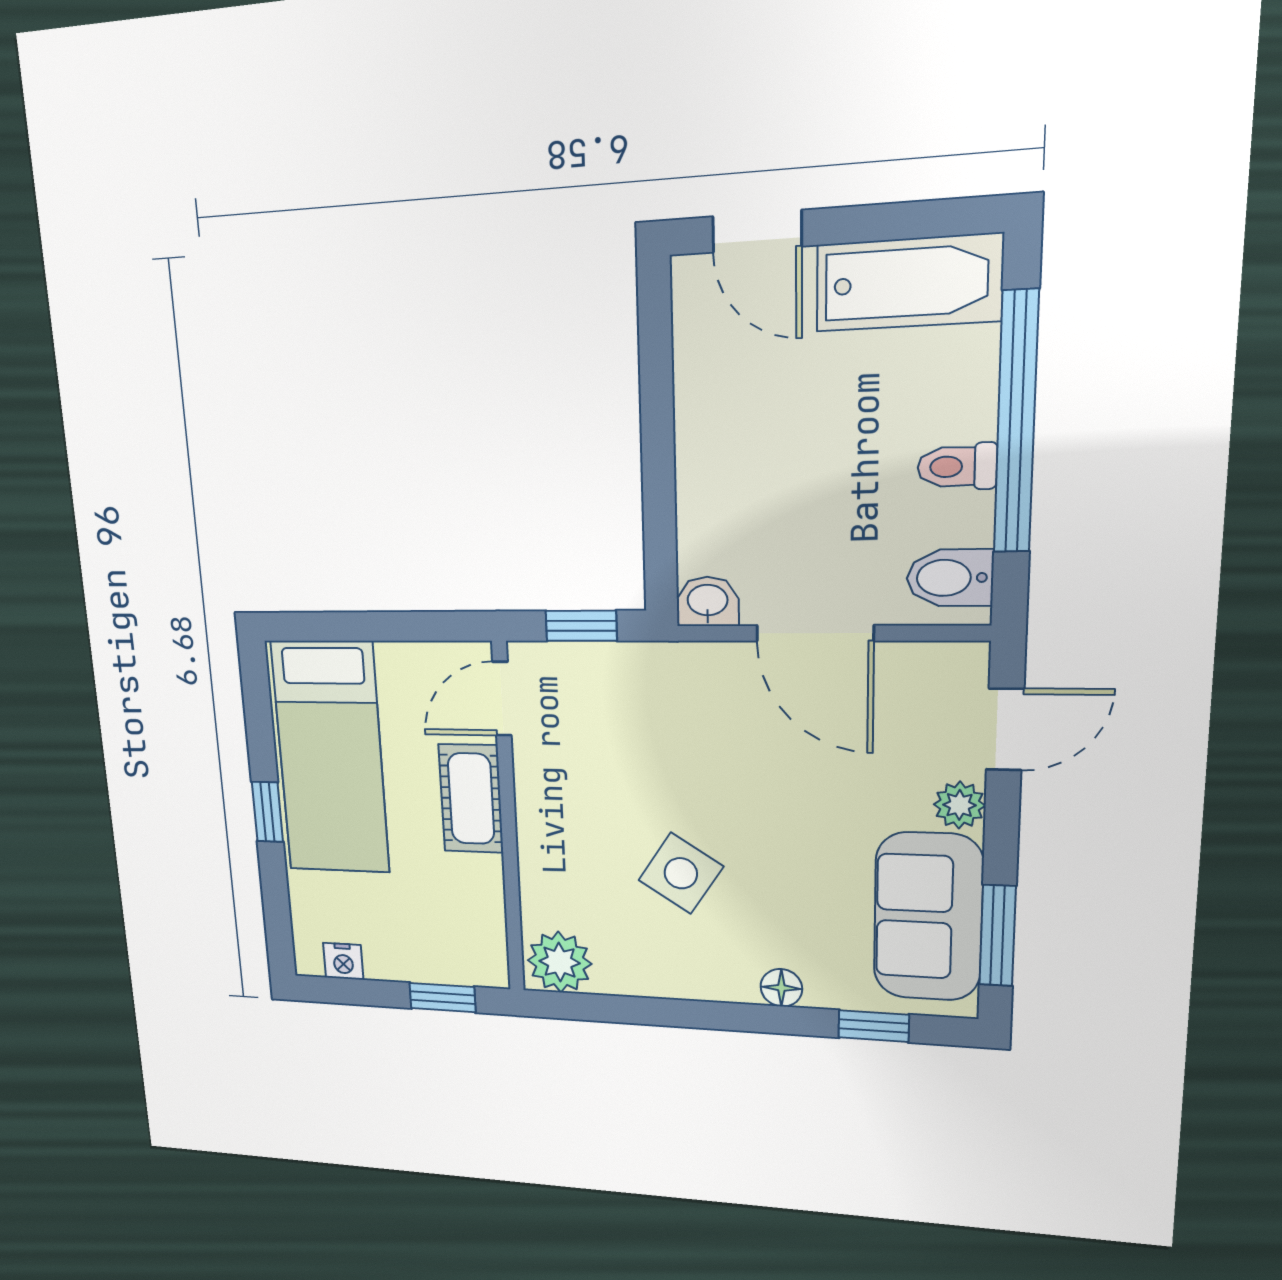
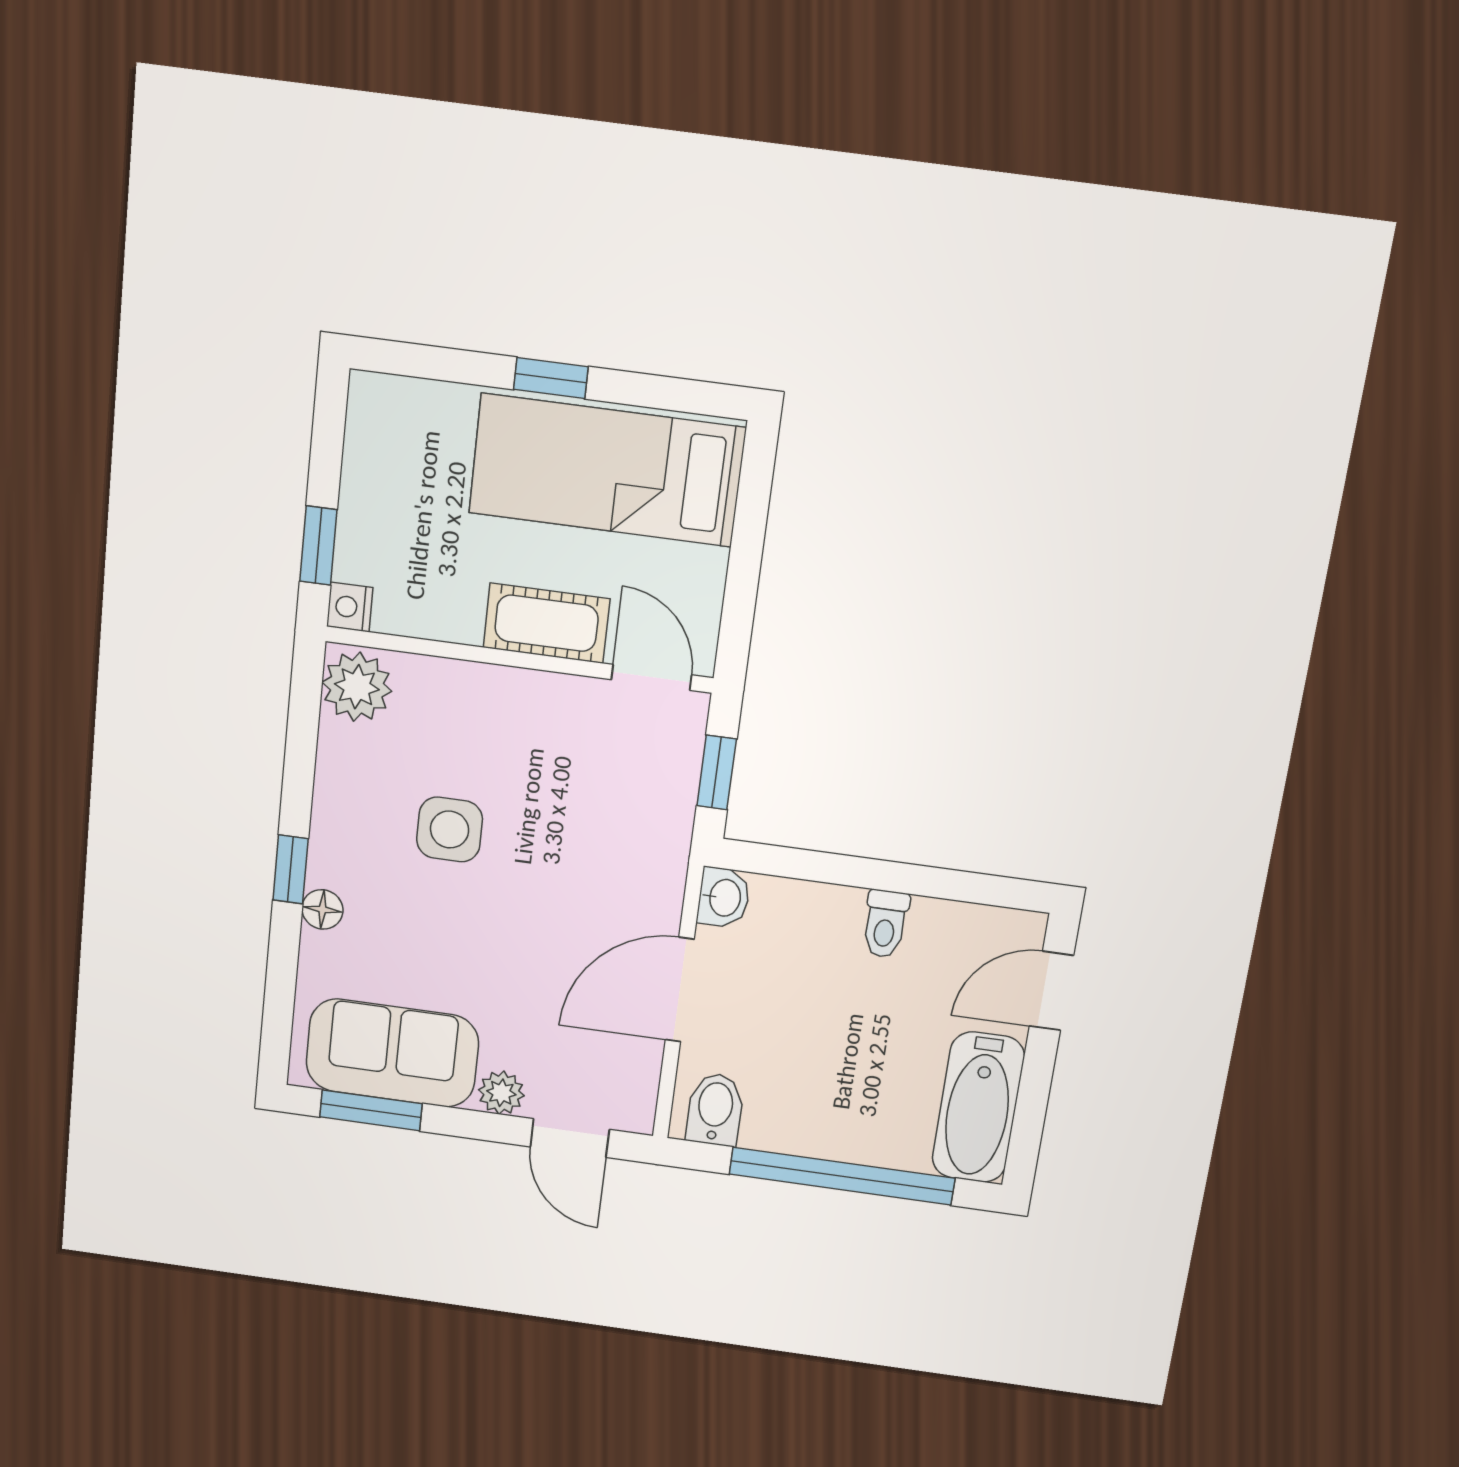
toilet: (957, 467) -> (885, 924), moved, turned 180
side table: (681, 873) -> (450, 829), turned -33
nightstand: (343, 961) -> (350, 607), moved
window: (874, 1026) -> (290, 869), moved

